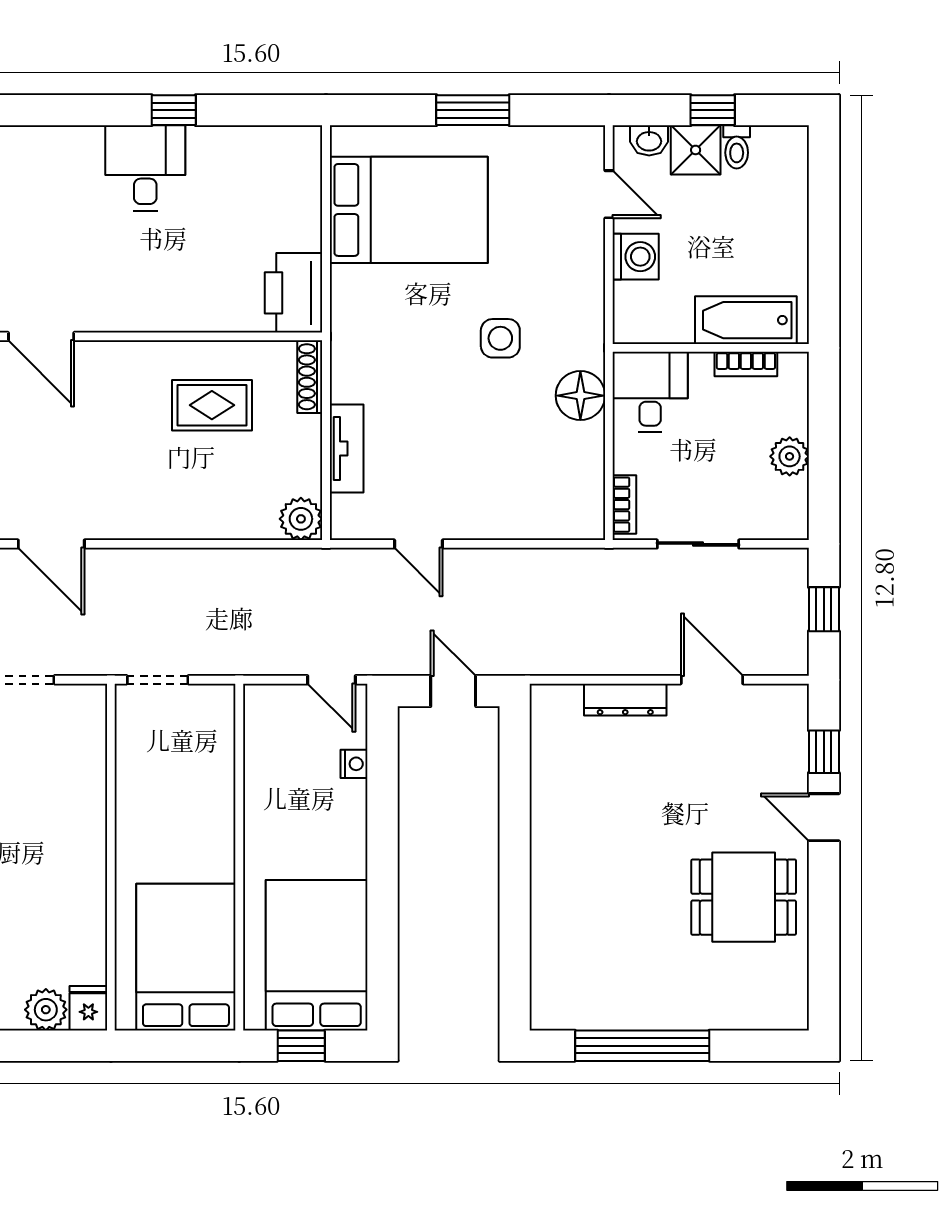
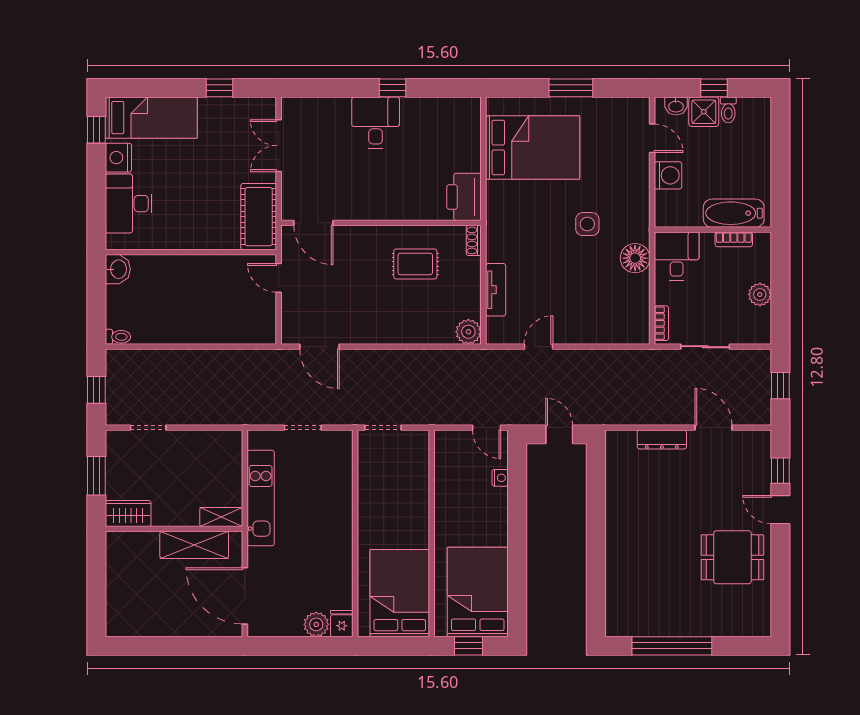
shoe rack: (310, 377) -> (474, 240), width x0.70
door: (419, 544) -> (539, 347), swing flipped

